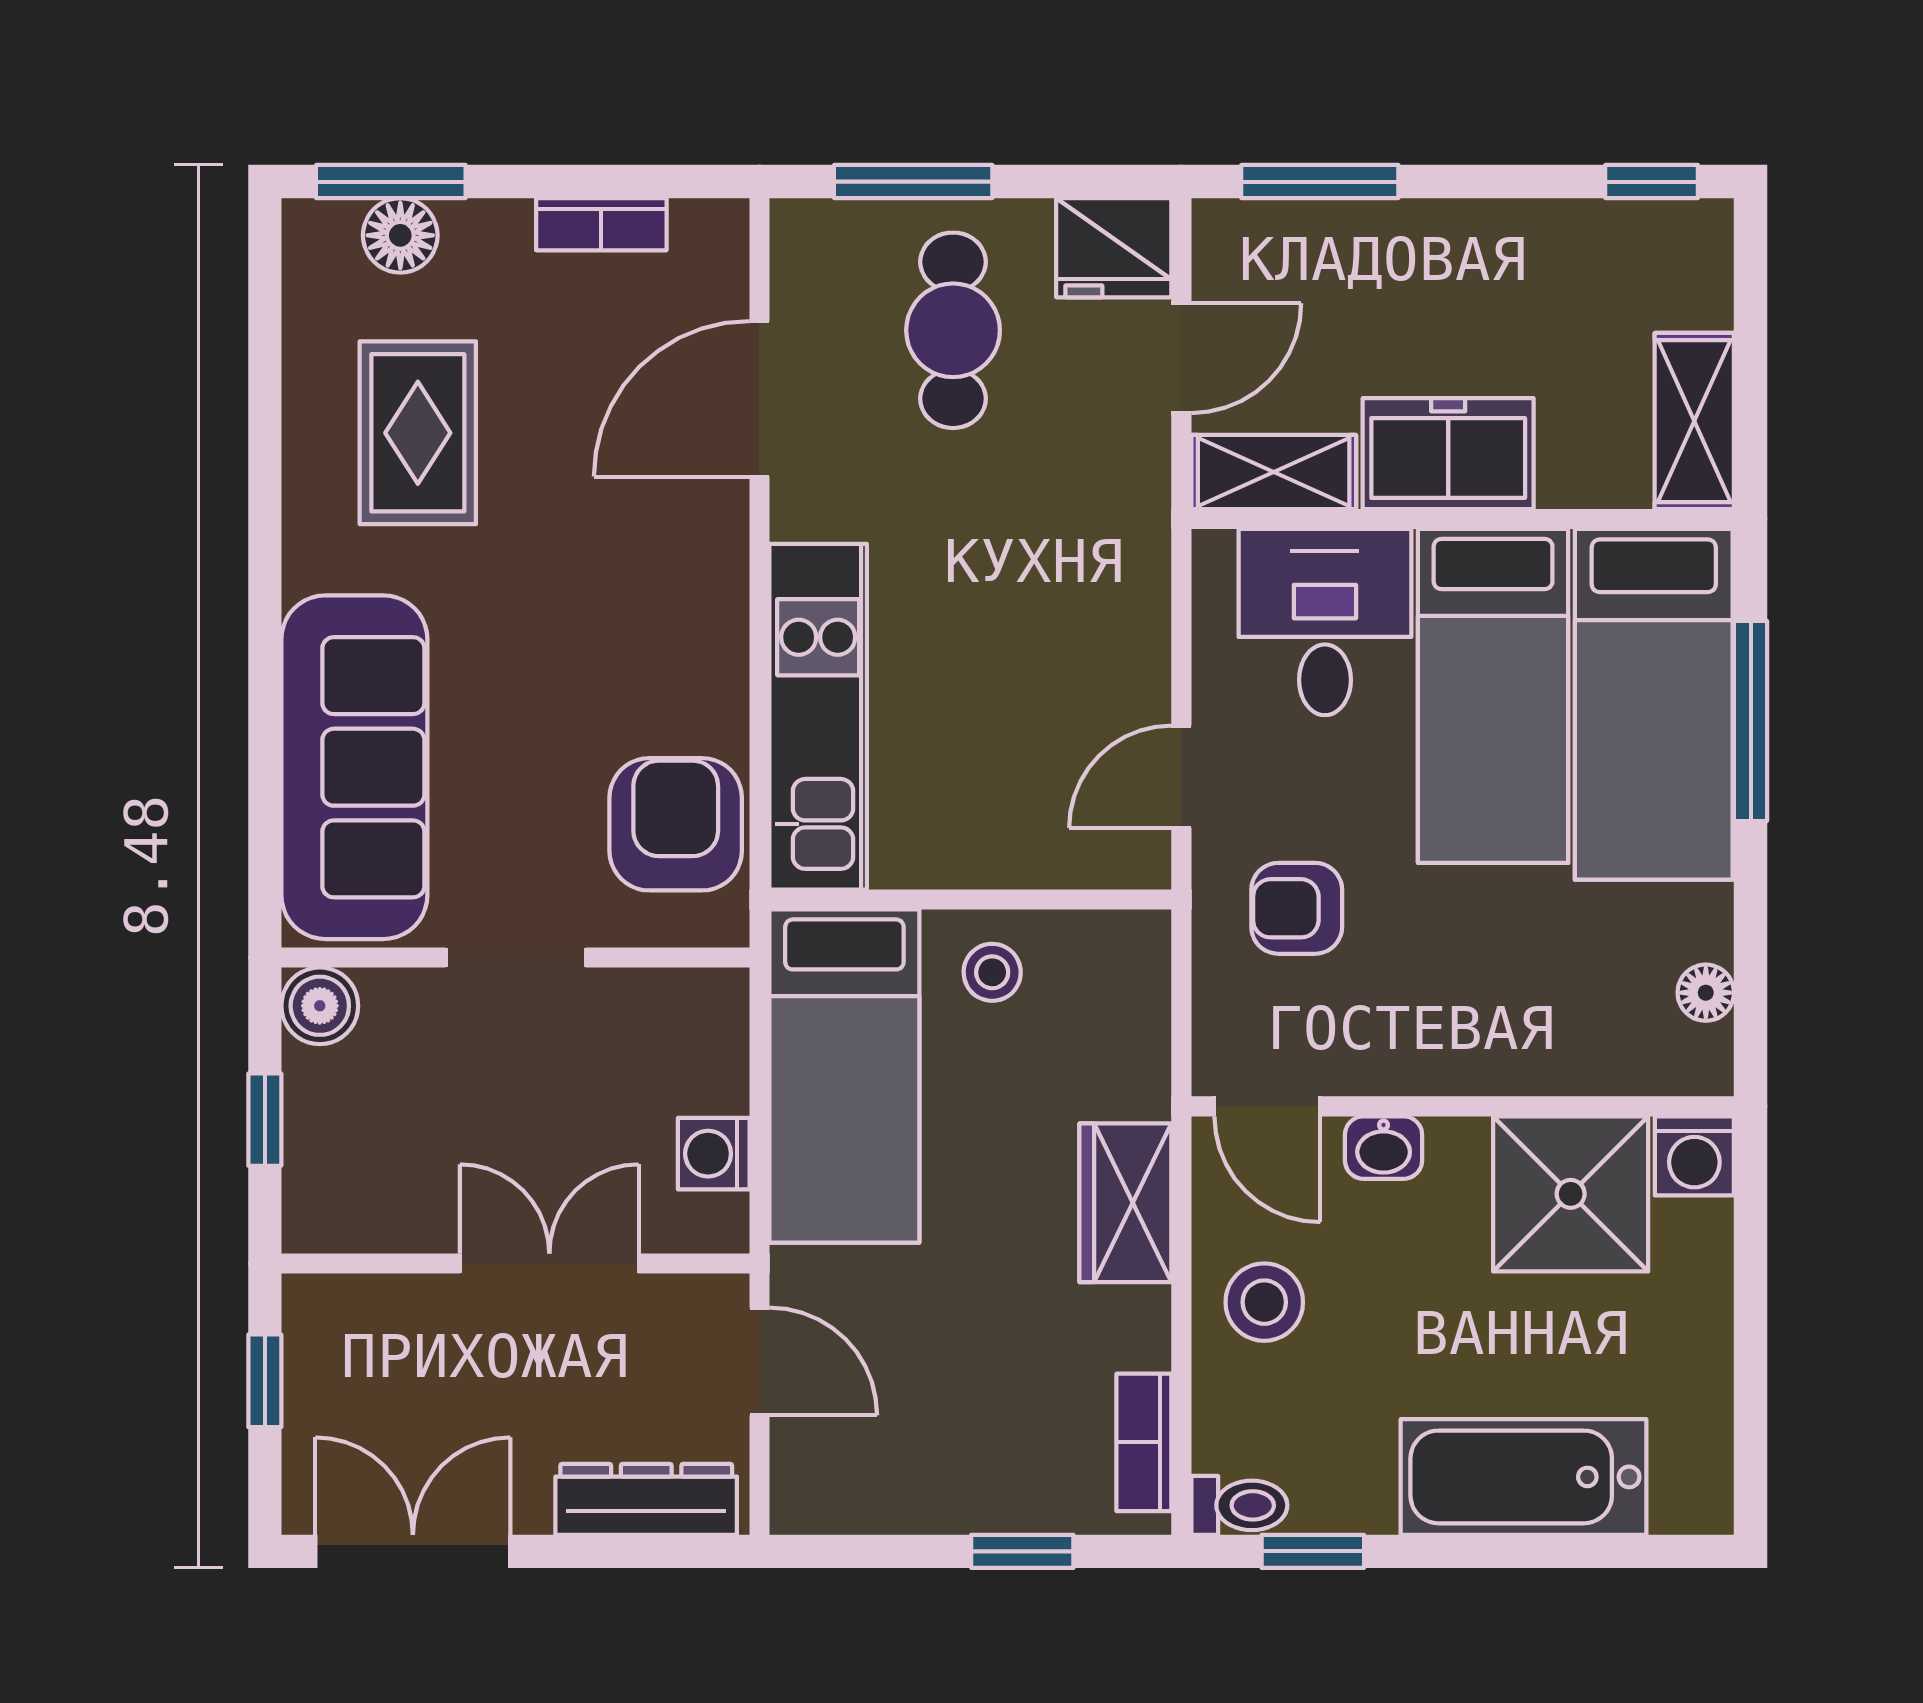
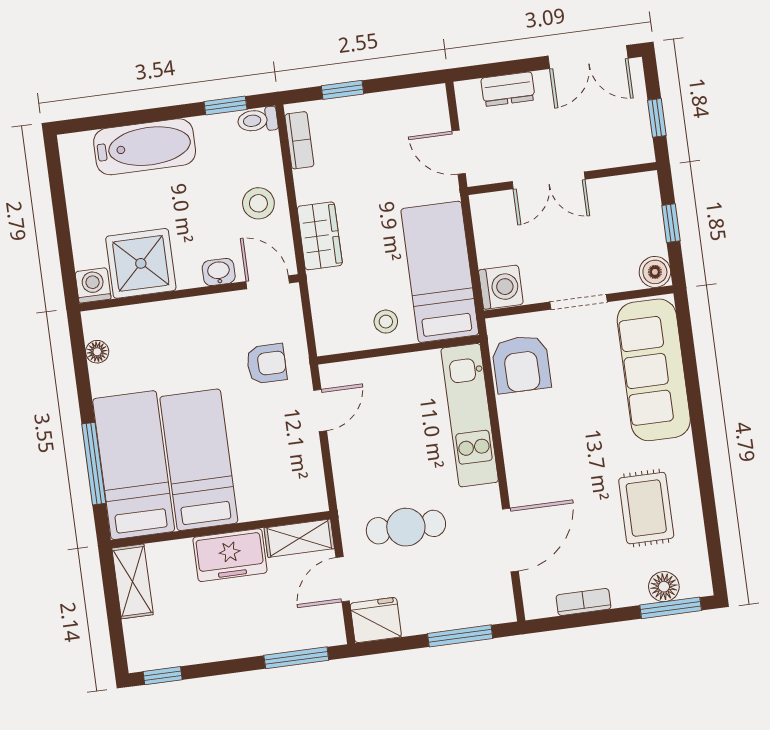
cafe table: (953, 330) -> (406, 527), moved, turned 90
desk: (1325, 622) -> (271, 481), removed
washing machine: (714, 1154) -> (501, 287), moved, width x1.38, depth x1.38
dresser: (646, 1499) -> (508, 89), width x0.70

